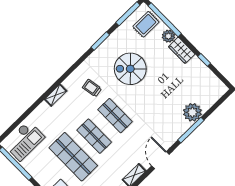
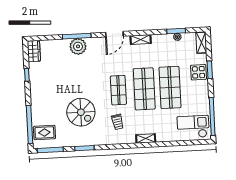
plant: (168, 36) -> (37, 111), removed
wardrobe: (182, 50) -> (34, 51), moved
plant: (192, 112) -> (78, 46), moved
shop shelf: (94, 136) -> (144, 89), width x1.43, depth x1.36

